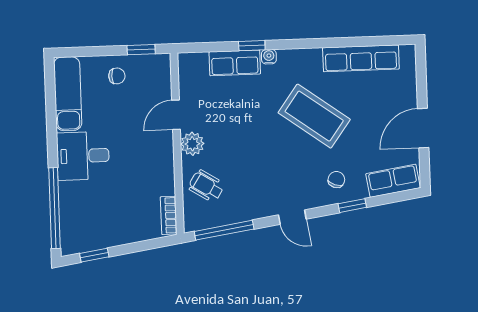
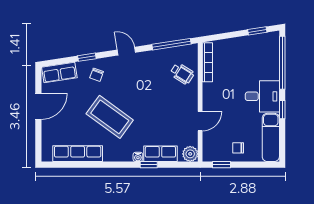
window: (52, 137) -> (282, 110), added
plant: (192, 144) -> (190, 154), moved
bookcase: (169, 215) -> (207, 62), width x1.56

